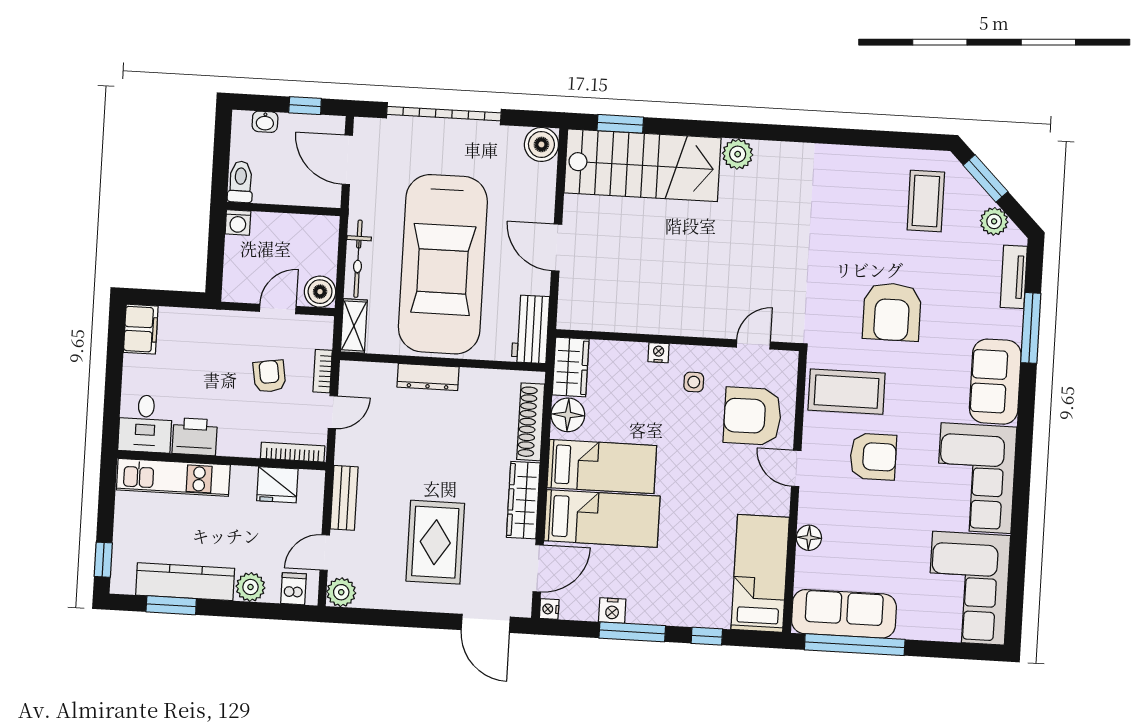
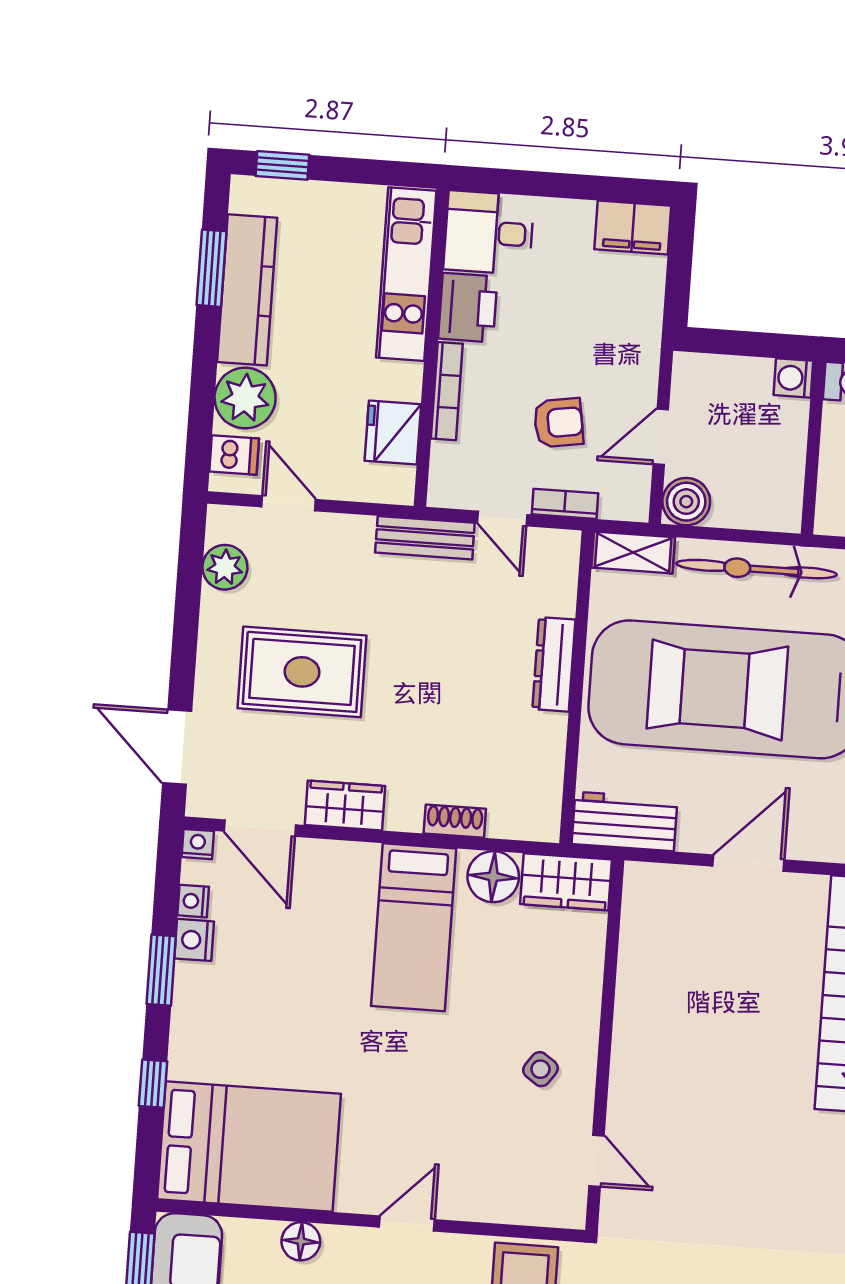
bicycle: (358, 259) -> (757, 569), width x1.37, depth x1.40
door: (278, 309) -> (661, 437), swing flipped
nightstand: (659, 353) -> (193, 901), moved, turned 180
side table: (694, 382) -> (540, 1069), turned 35
armchair: (752, 416) -> (487, 1158), removed
shoe rack: (531, 422) -> (455, 821), width x0.51, depth x0.81
bookcase: (293, 452) -> (447, 391), moved
bench: (344, 498) -> (425, 538), moved
wardrobe: (523, 500) -> (345, 805), width x0.67
bed: (602, 518) -> (335, 926), removed
bed: (760, 573) -> (249, 1146), width x1.50
plant: (250, 587) -> (245, 398), width x1.36, depth x1.36
plant: (341, 592) -> (225, 567), moved
door: (486, 623) -> (177, 747), hinge flipped
window: (632, 632) -> (161, 970), width x0.69

